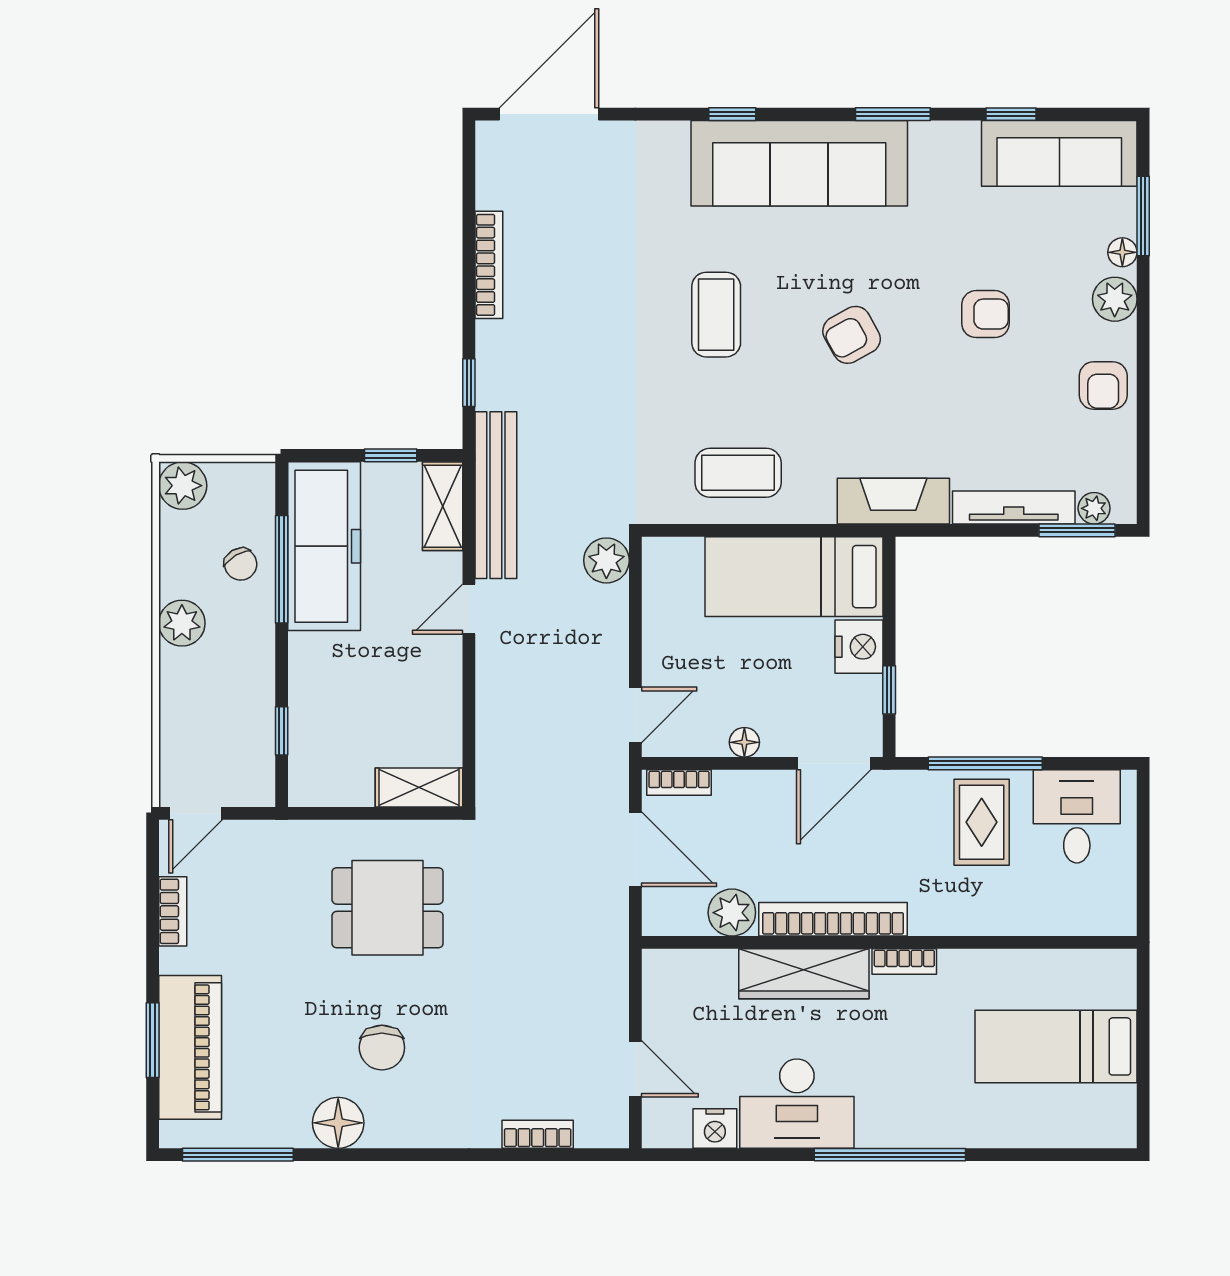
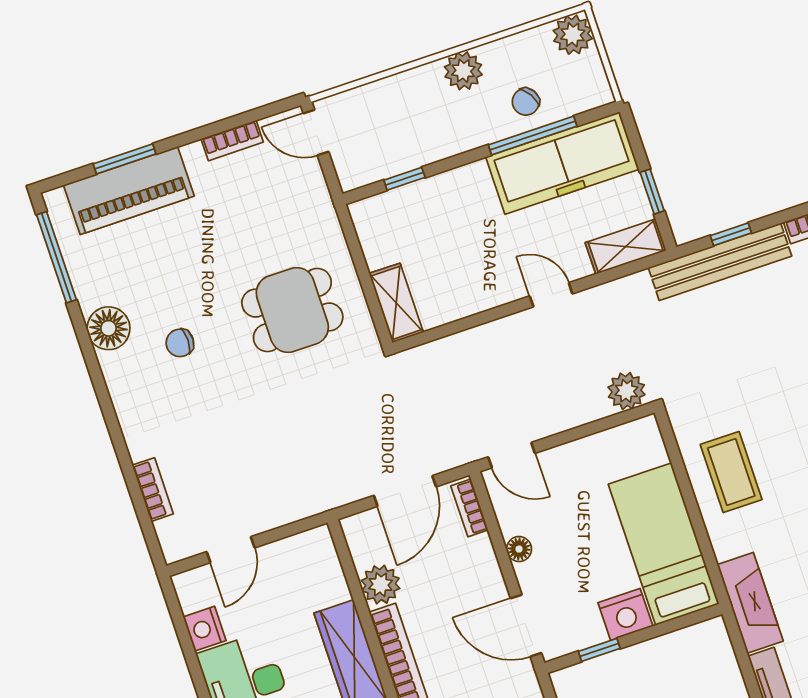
bench: (496, 495) -> (720, 262), moved
dining table: (388, 908) -> (292, 310), turned 90
chair: (382, 1048) -> (180, 343), width x0.73, depth x0.73

